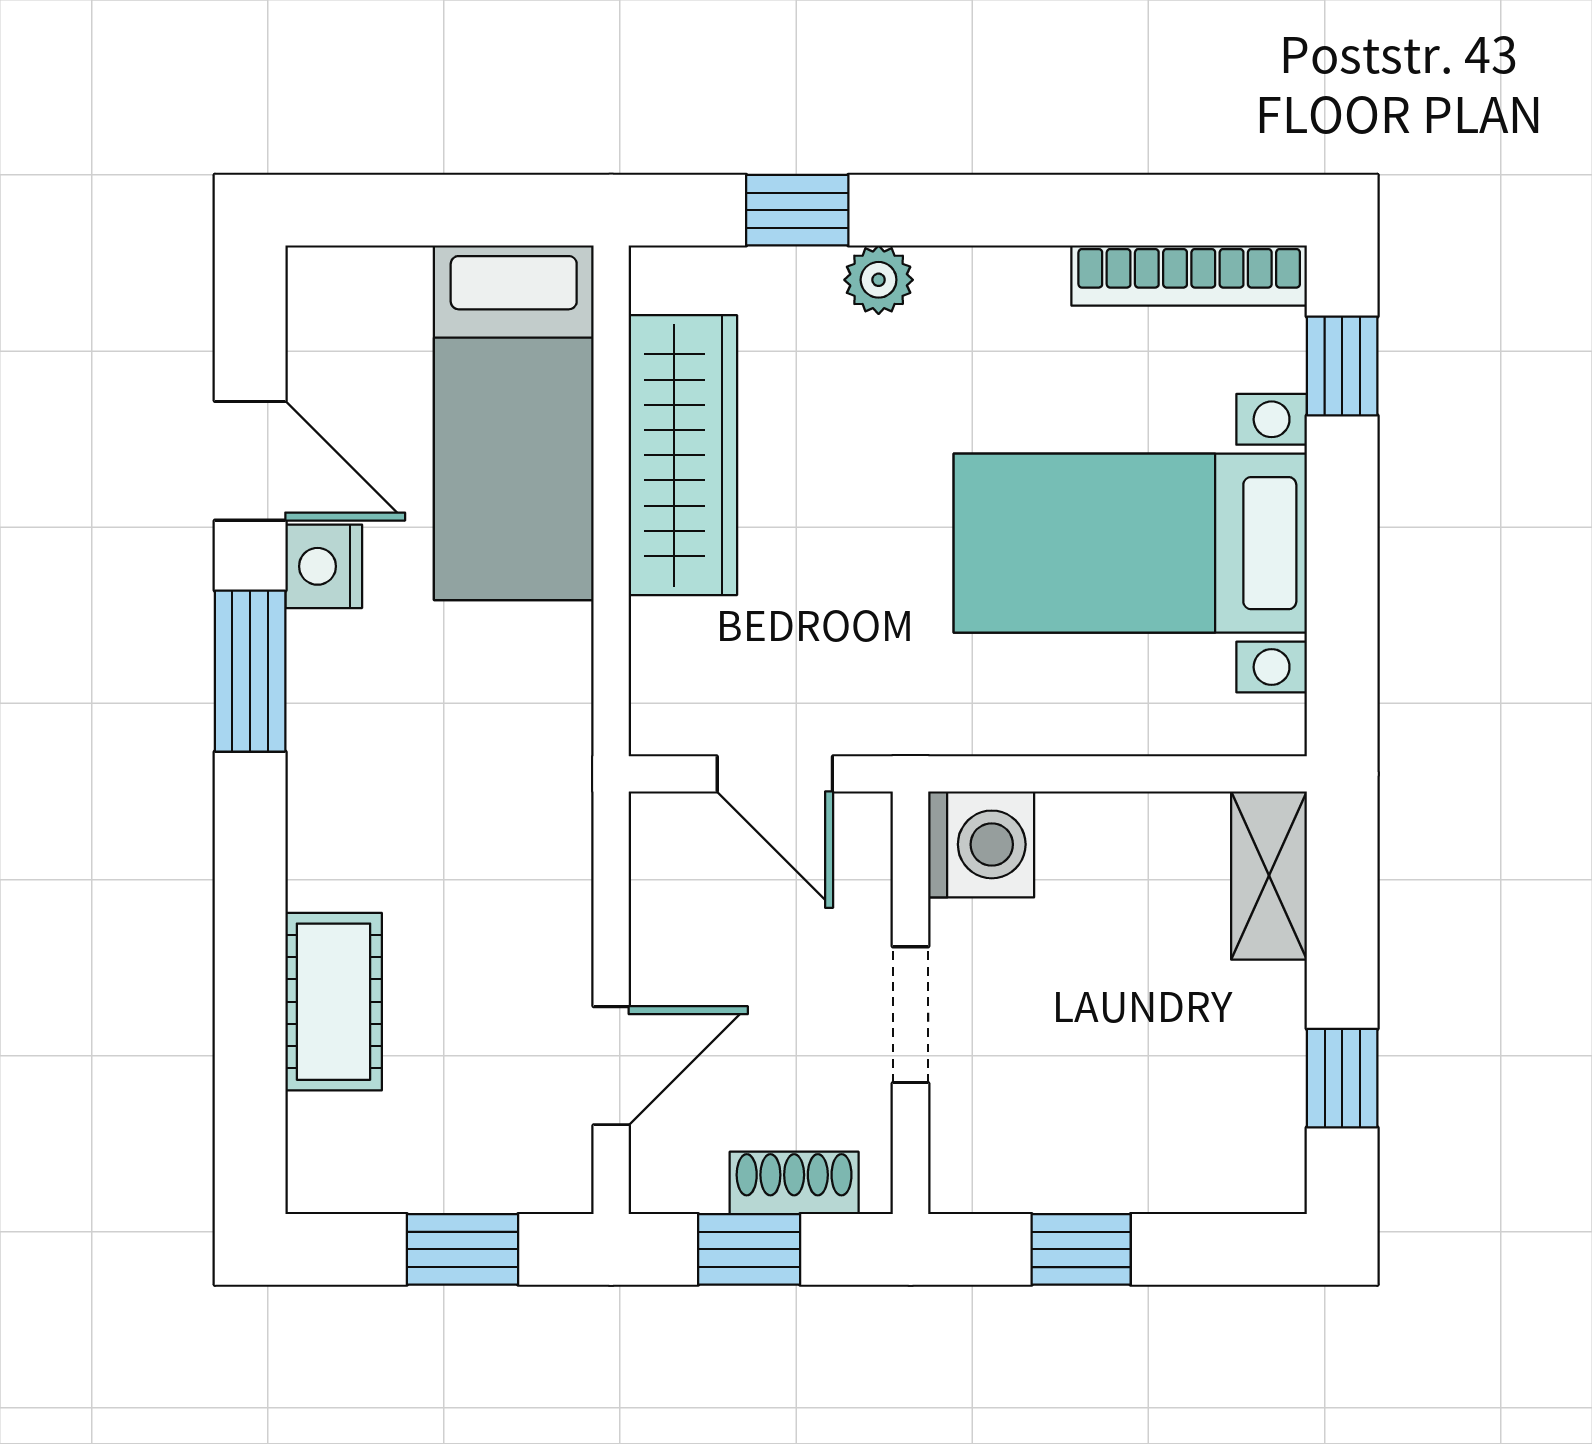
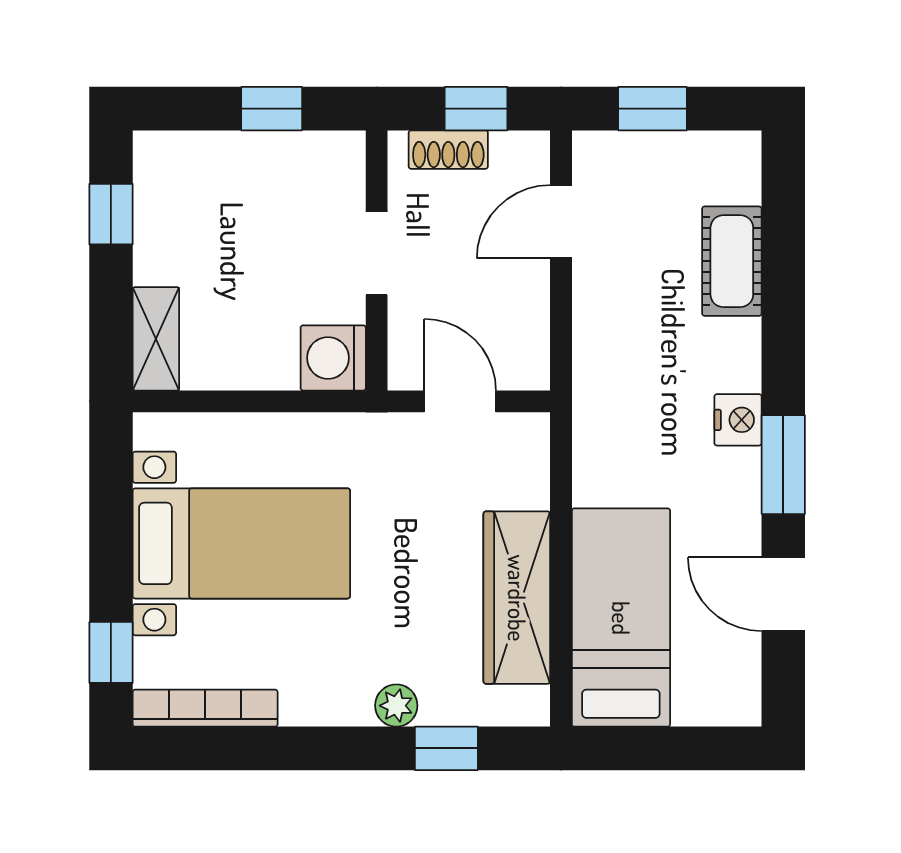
nightstand: (324, 566) -> (738, 420), moved

